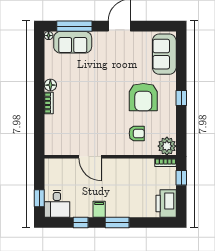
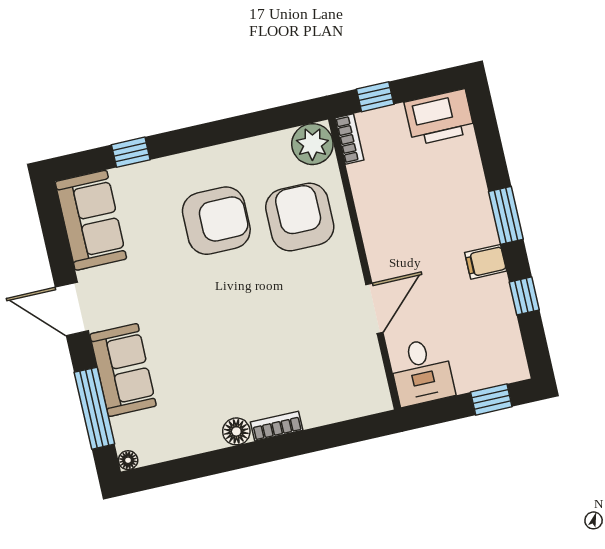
sofa: (73, 42) -> (123, 370), moved
sofa: (164, 54) -> (91, 220), moved, turned -90
window: (181, 98) -> (131, 152), moved
armchair: (137, 133) -> (300, 217), width x1.88, depth x1.88
desk: (57, 204) -> (422, 372), moved, turned 90

